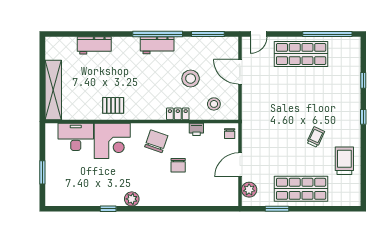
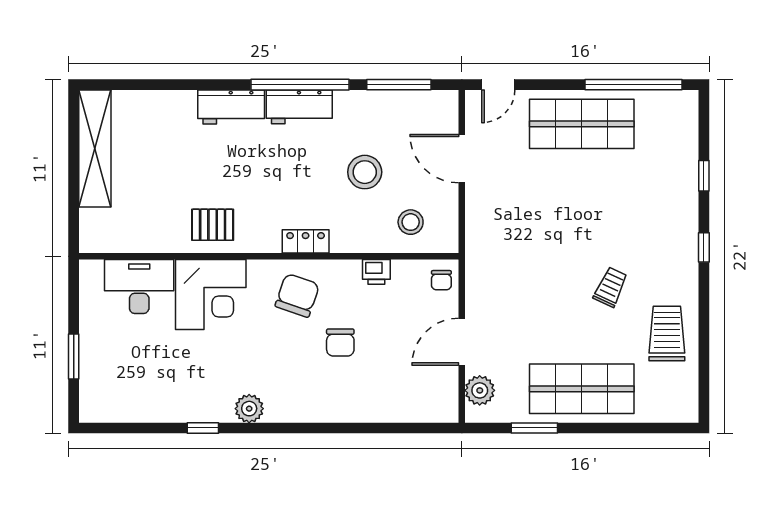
workbench: (94, 45) -> (231, 107), moved
shelving: (53, 90) -> (95, 148), moved
locker: (178, 114) -> (306, 241), moved

